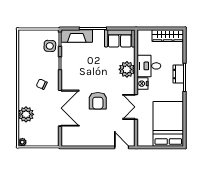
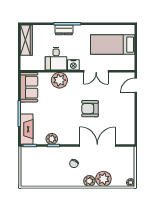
side table: (50, 46) -> (36, 156), removed
plant: (67, 62) -> (52, 139), added
plant: (24, 100) -> (89, 181), added
armchair: (98, 101) -> (90, 109), turned 180
bed: (168, 124) -> (113, 45), width x0.67

